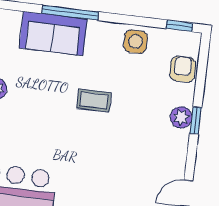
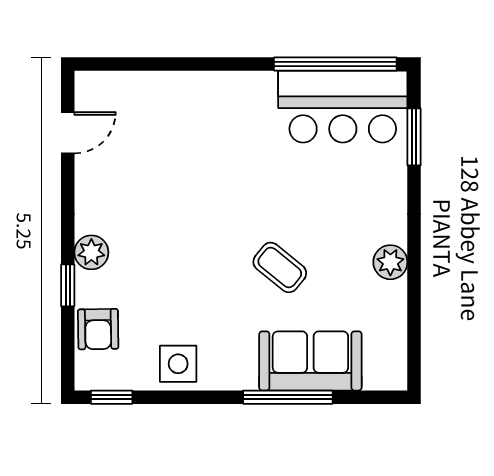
coffee table: (94, 100) -> (280, 267), moved, turned 39
window: (196, 120) -> (68, 285), moved

